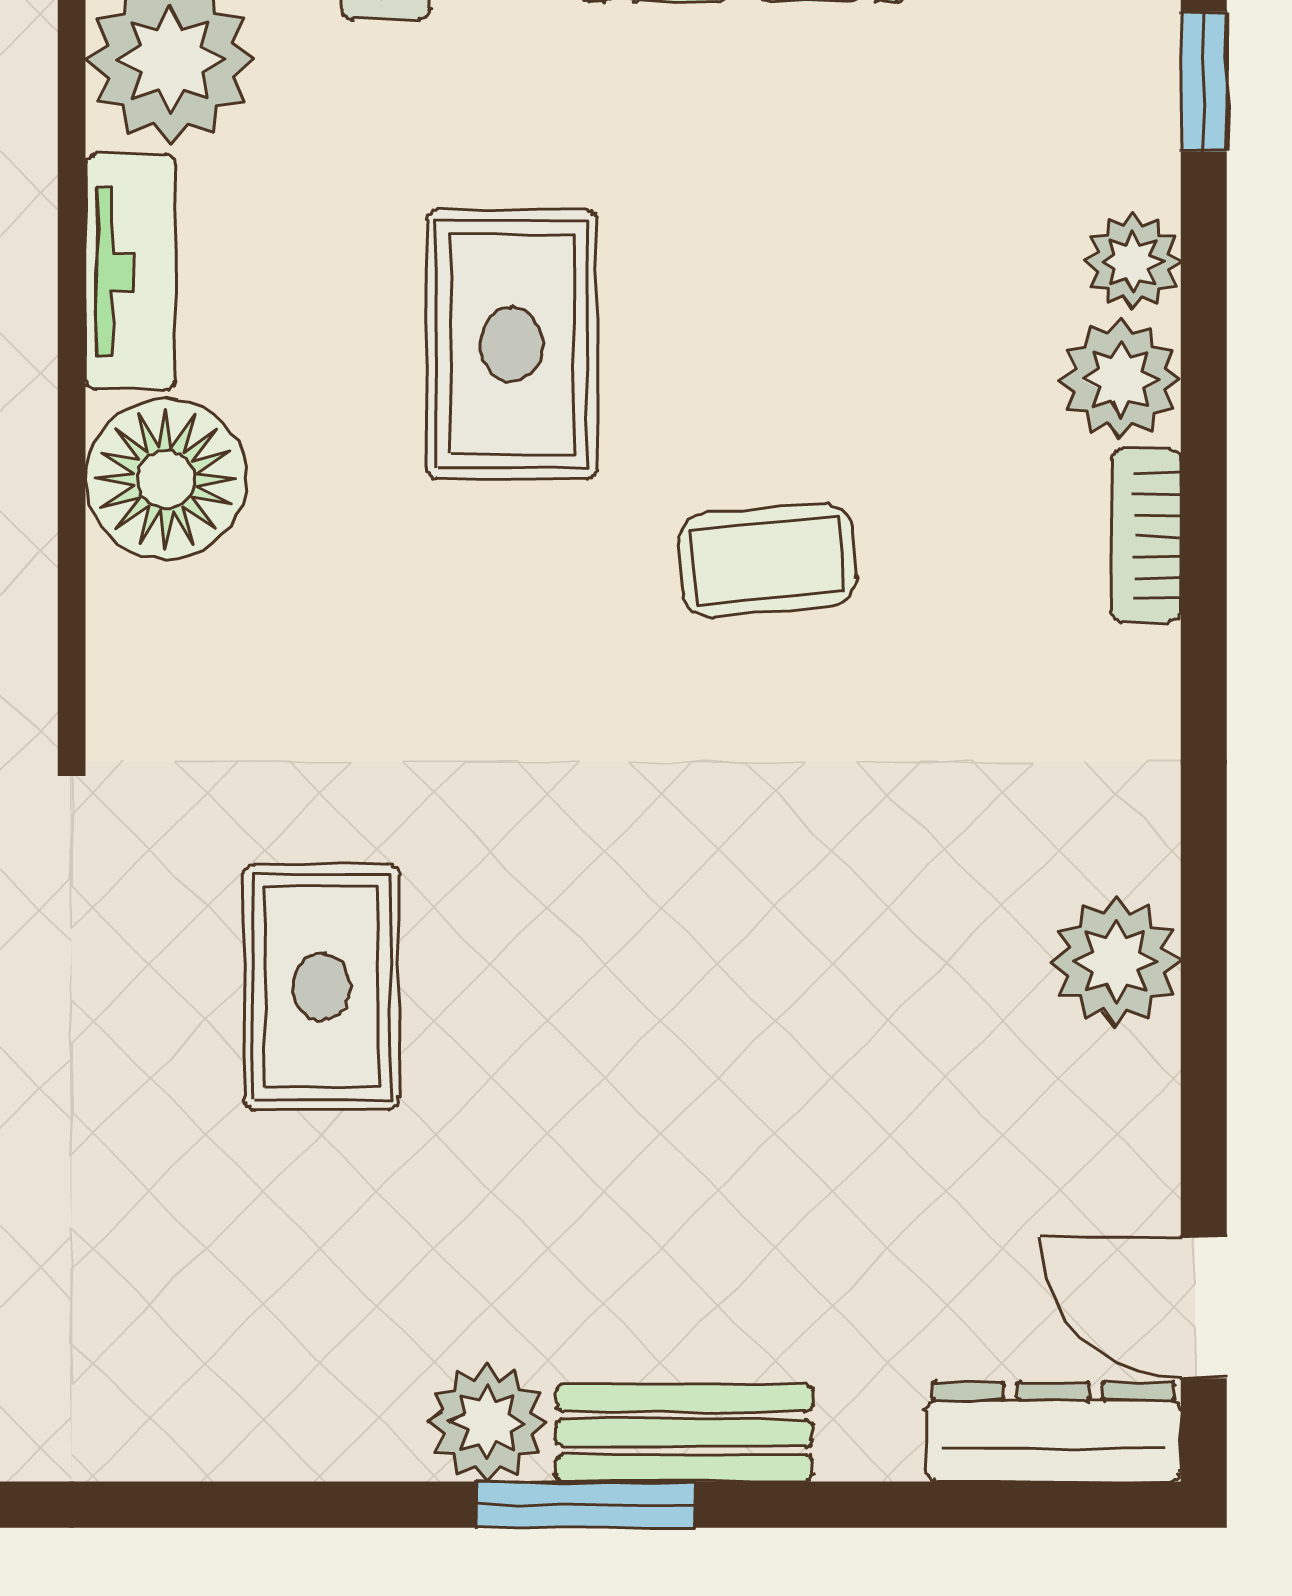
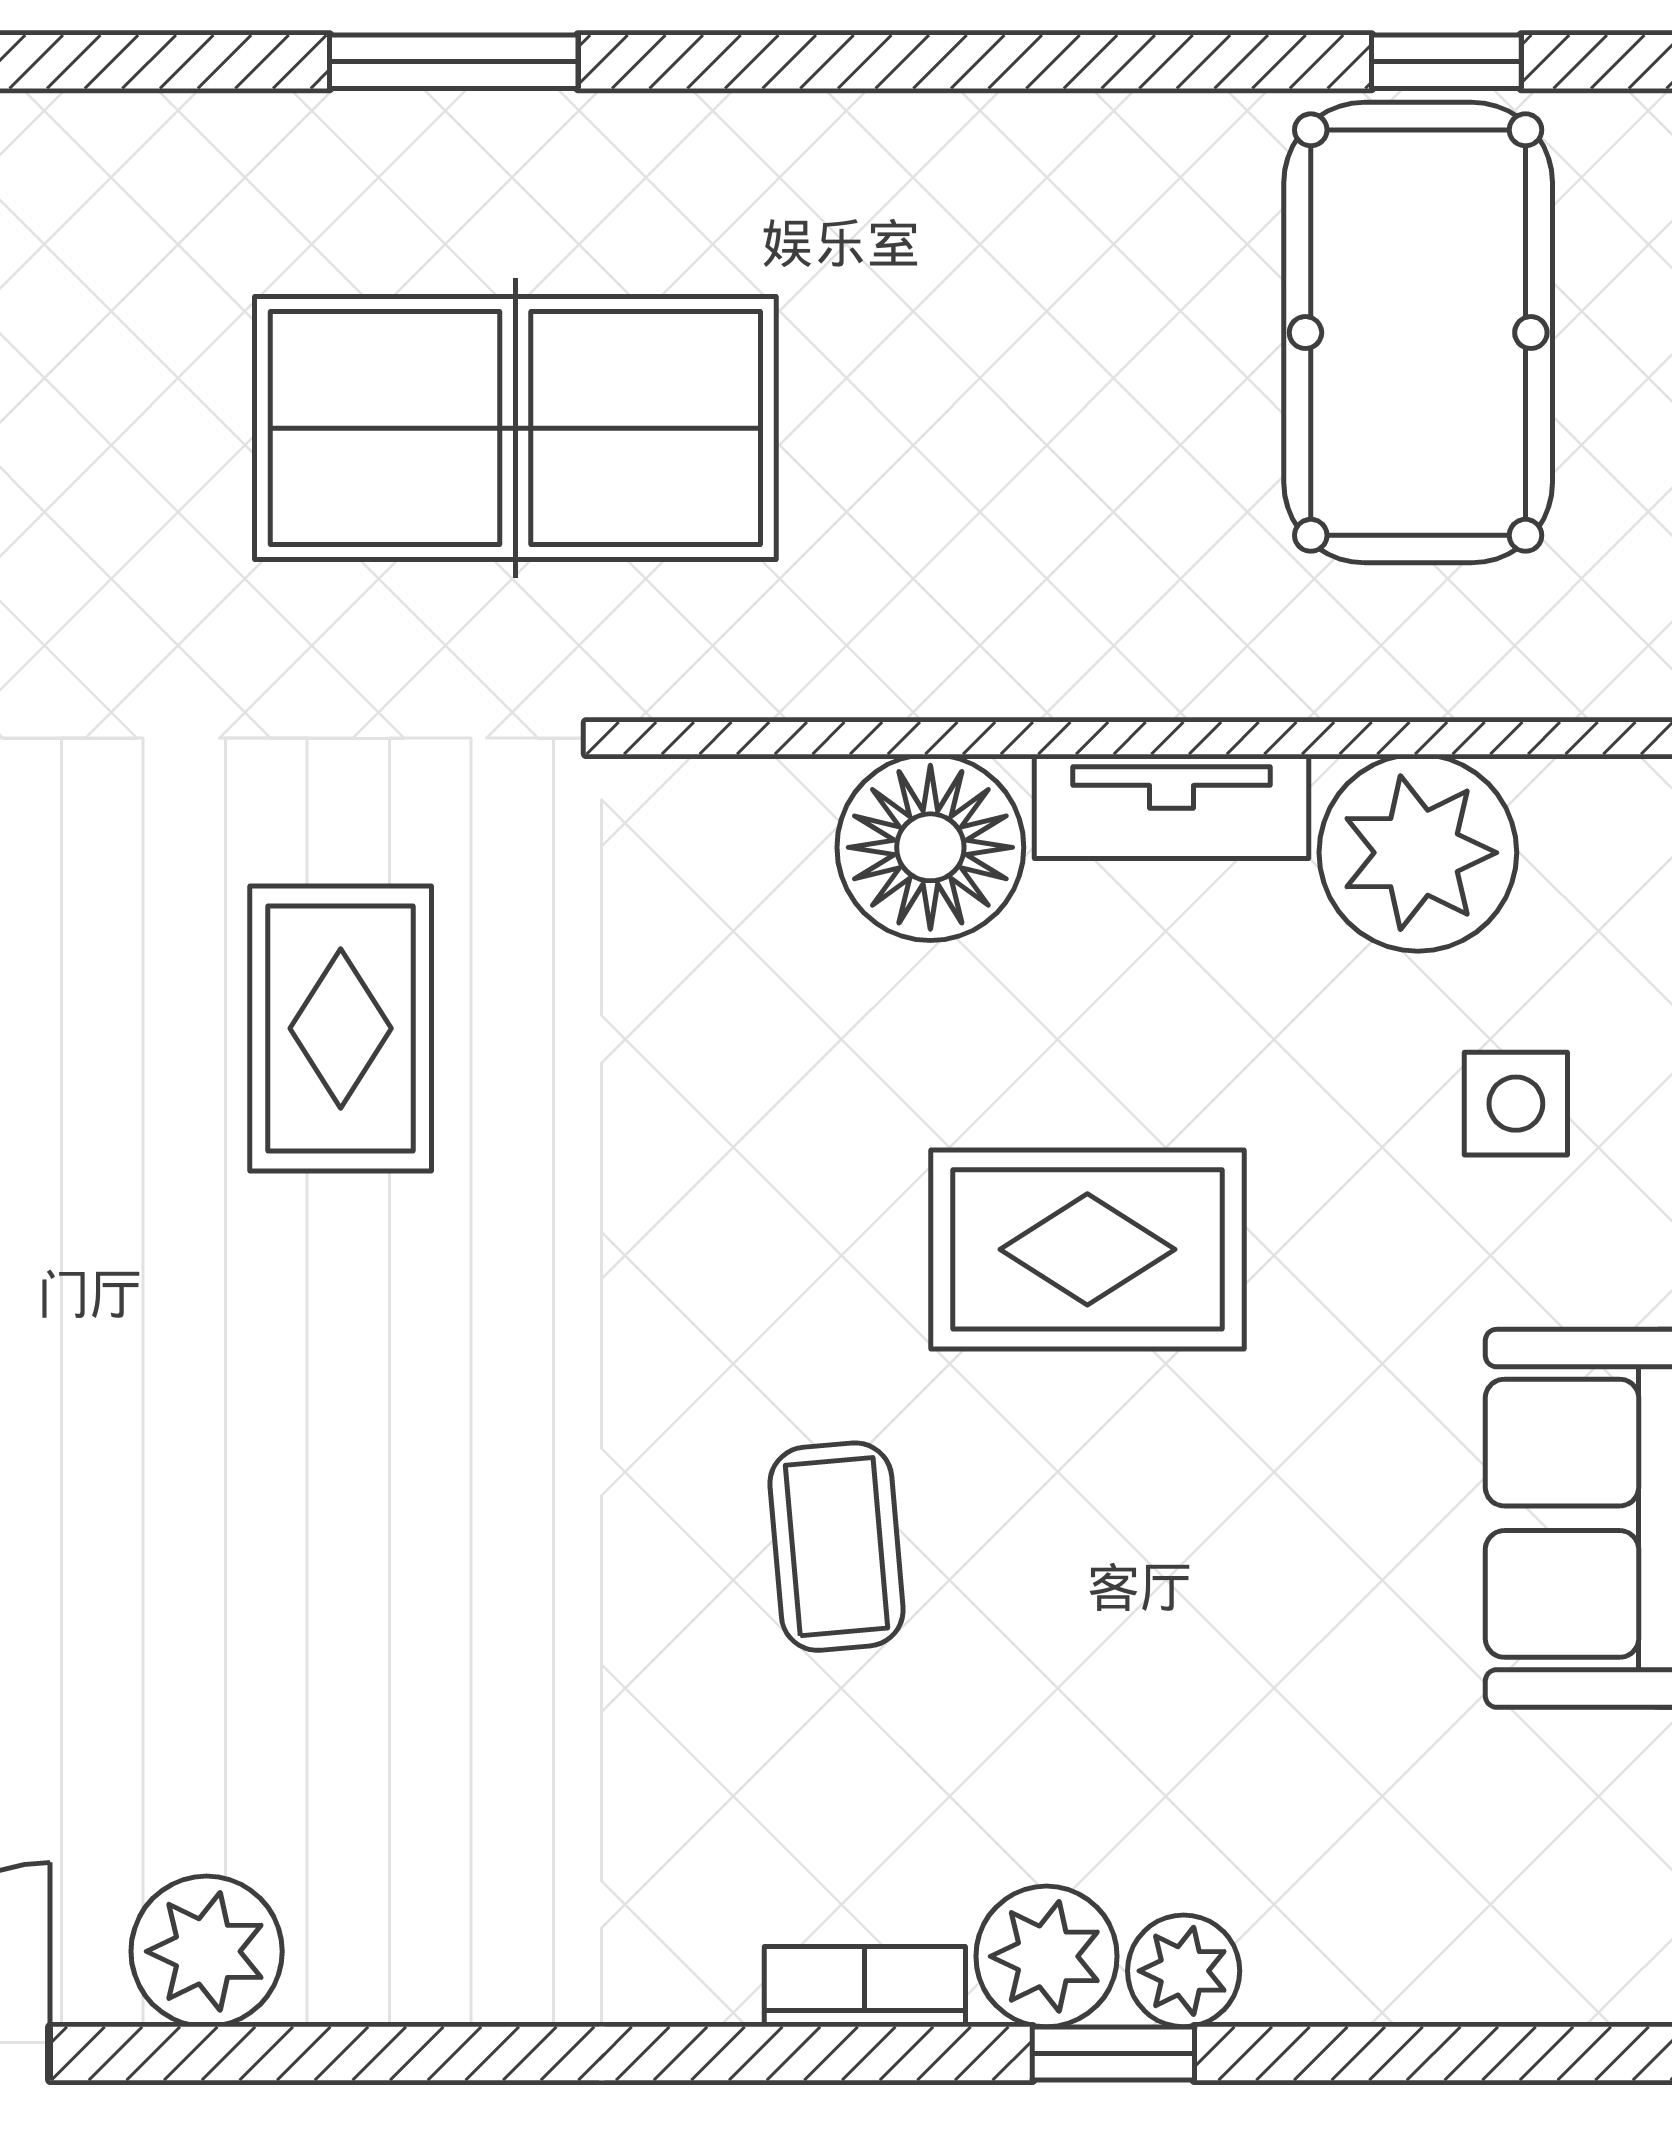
window: (1204, 82) -> (1113, 2054), moved
plant: (1116, 962) -> (207, 1951), moved
rug: (322, 987) -> (341, 1028), turned 90

